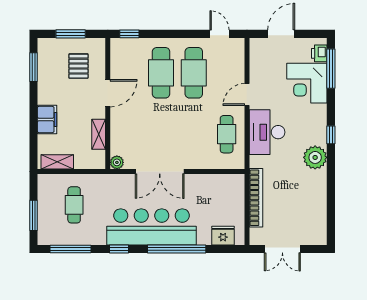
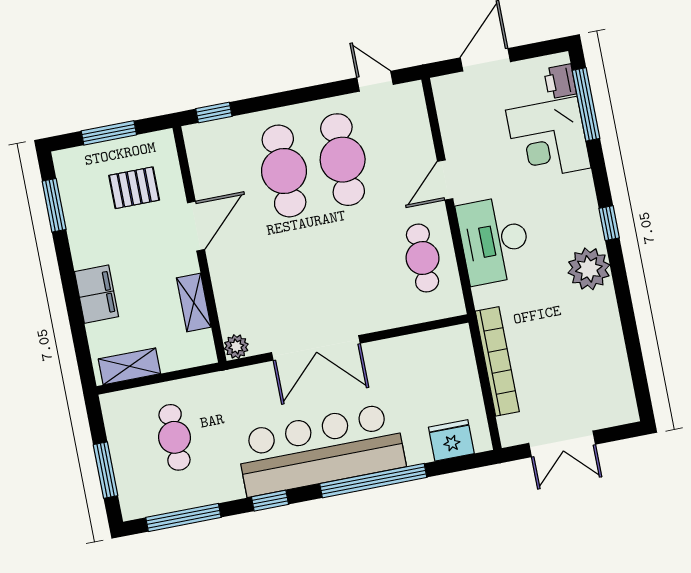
pallet: (78, 66) -> (134, 188), turned 90

